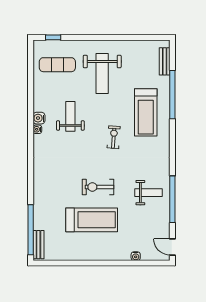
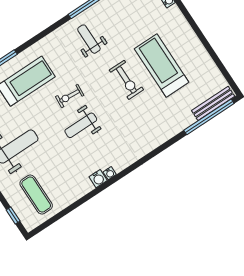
weight bench: (70, 116) -> (81, 125), moved
weight bench: (148, 193) -> (89, 39), moved
bench: (38, 245) -> (213, 103), width x1.36

